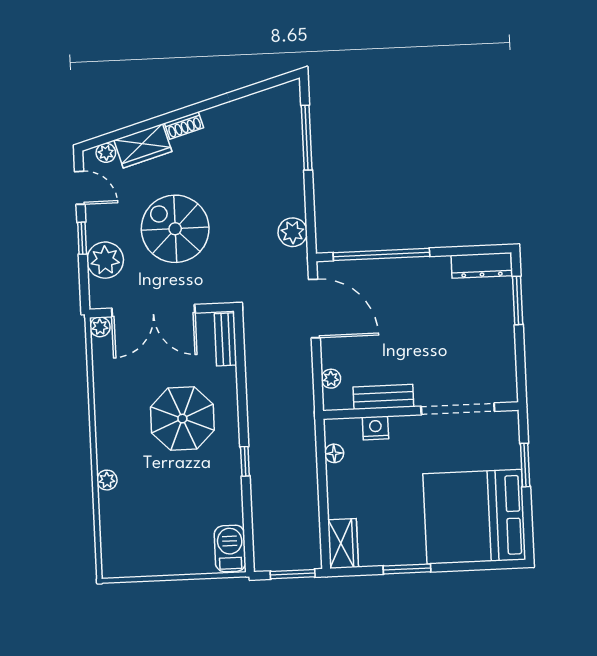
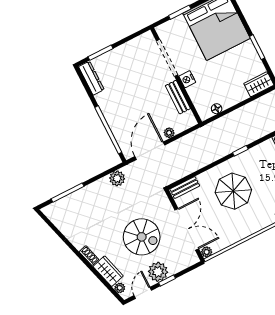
spiral stairs: (175, 229) -> (142, 237), turned -90
plant: (105, 260) -> (158, 272), moved
plant: (331, 379) -> (169, 133), moved
nightstand: (375, 428) -> (187, 79), moved

